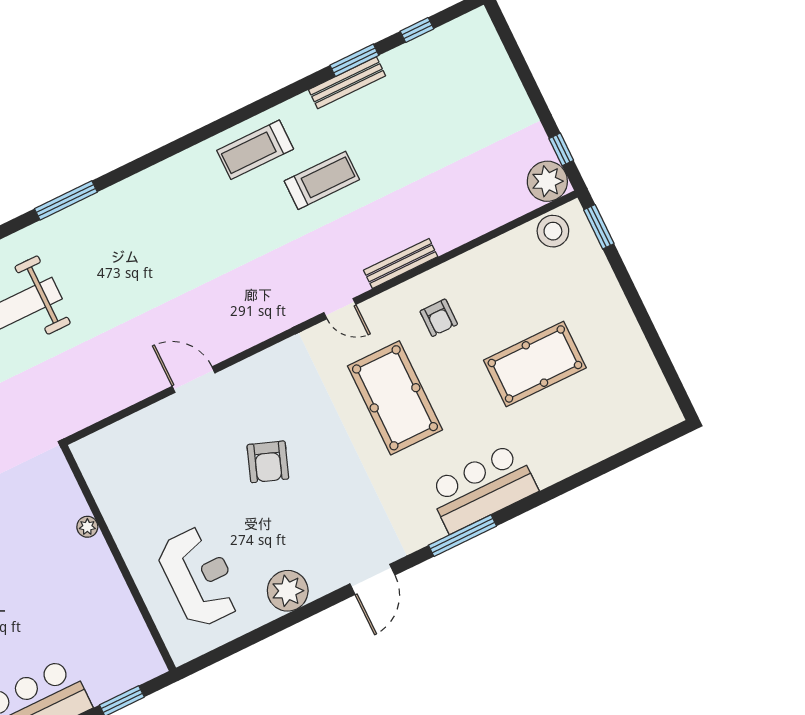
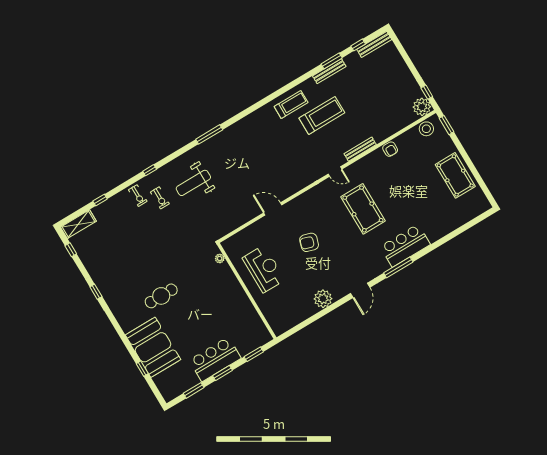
bench: (453, 32) -> (374, 44), added
treadmill: (255, 150) -> (291, 104), turned 180
treadmill: (322, 180) -> (322, 115), width x1.37, depth x1.38
armchair: (439, 318) -> (390, 149), moved
pool table: (535, 364) -> (455, 175), moved, turned 90
armchair: (268, 462) -> (309, 242), turned 87
plant: (87, 527) -> (220, 258), moved
reception desk: (199, 577) -> (264, 269), moved

